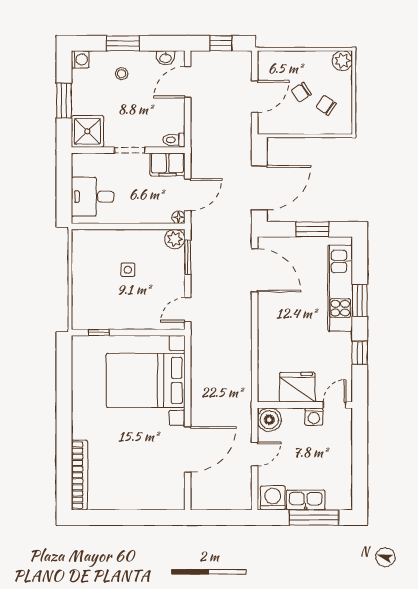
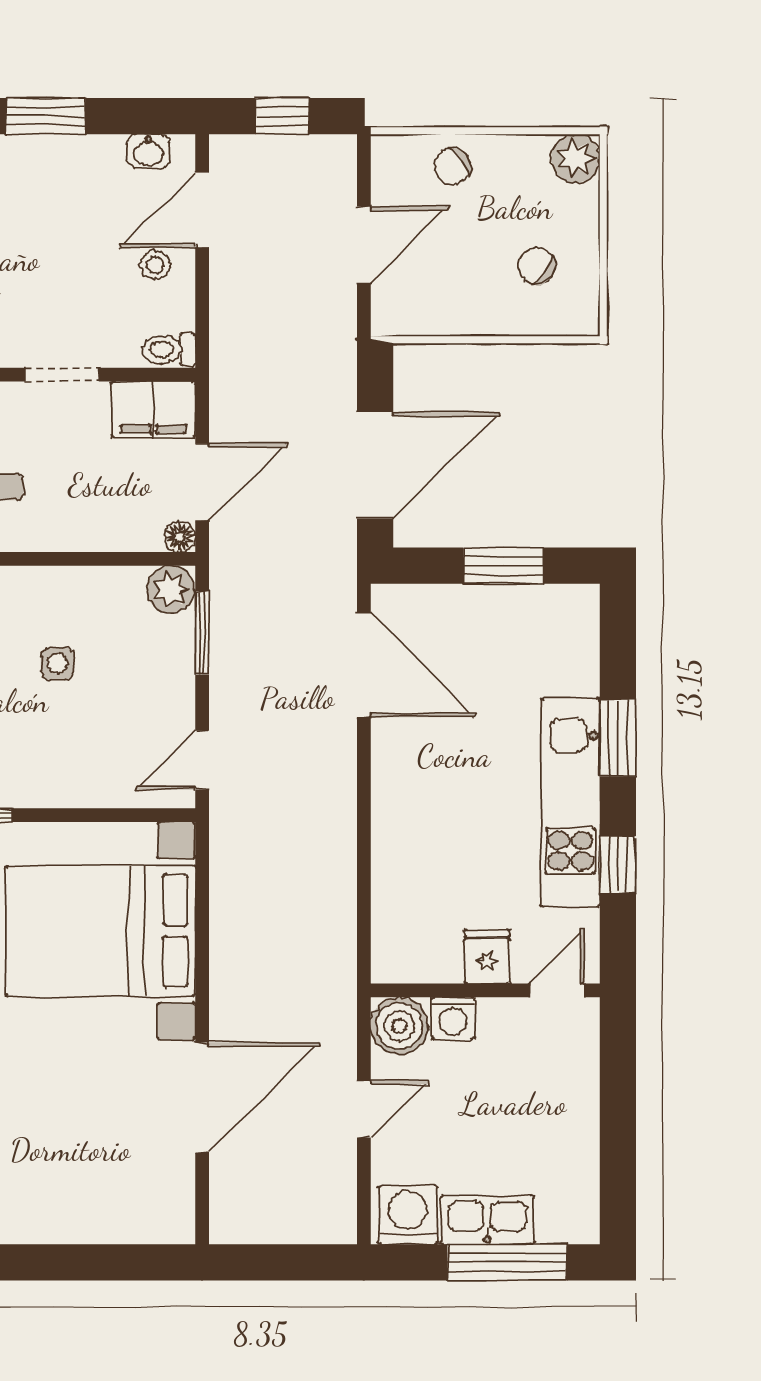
stool: (122, 74) -> (155, 265), moved
chair: (301, 92) -> (452, 166), moved
kitchen unit: (340, 288) -> (570, 803), moved
fridge: (297, 387) -> (487, 956), width x0.53, depth x0.75
washing machine: (314, 417) -> (453, 1018), moved

